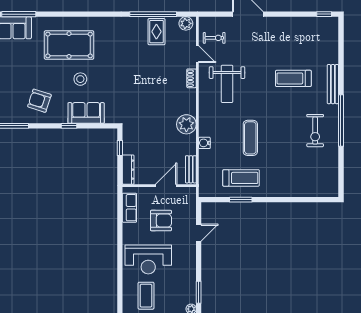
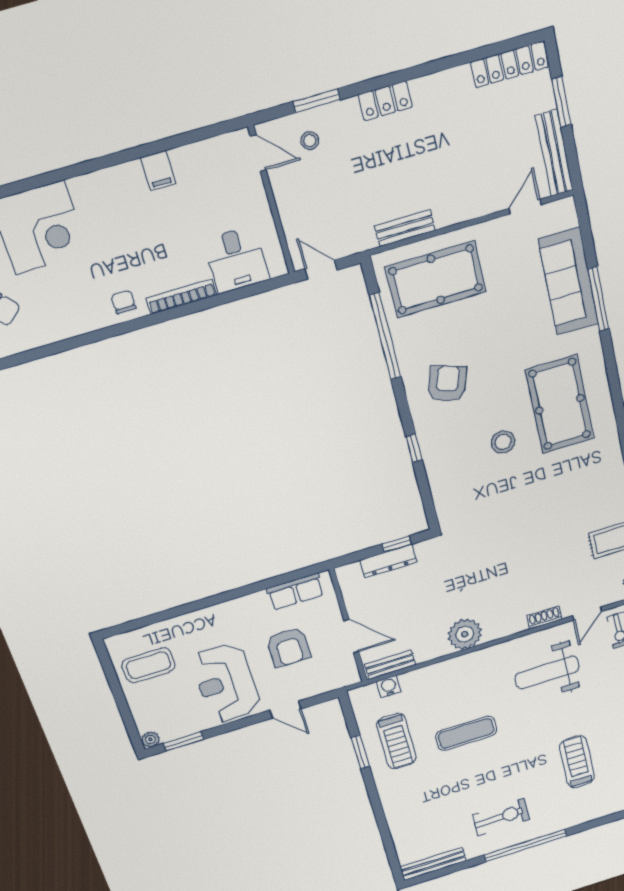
bench: (333, 84) -> (433, 864), moved
sofa: (86, 113) -> (445, 470), removed
exercise bike: (315, 131) -> (501, 817), turned 180
water cooler: (204, 143) -> (389, 687), moved
dresser: (128, 170) -> (388, 561), moved
reception desk: (148, 259) -> (226, 683), moved

